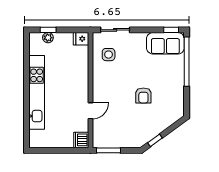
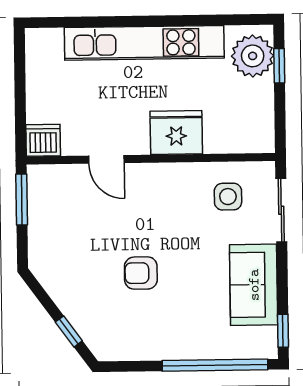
plant: (48, 38) -> (253, 56), width x1.87, depth x1.87
fridge: (81, 39) -> (176, 133), moved, width x1.88, depth x1.34
sofa: (165, 43) -> (254, 285), moved
window: (155, 140) -> (69, 331), moved

